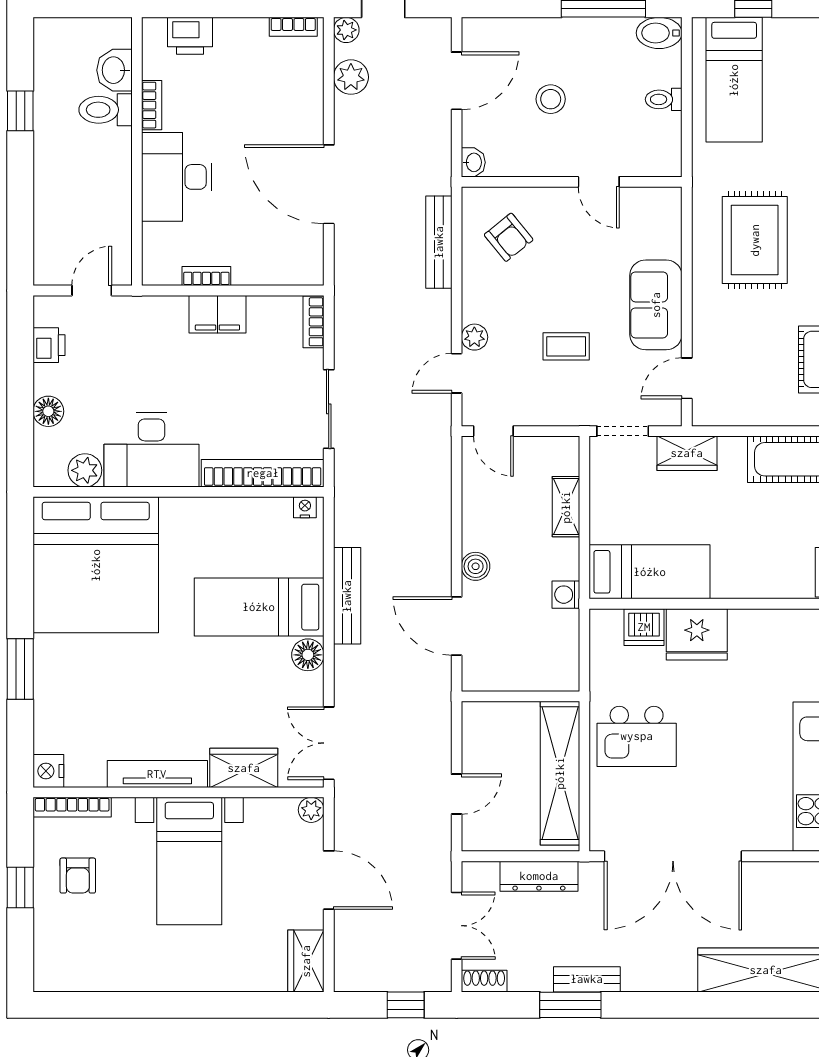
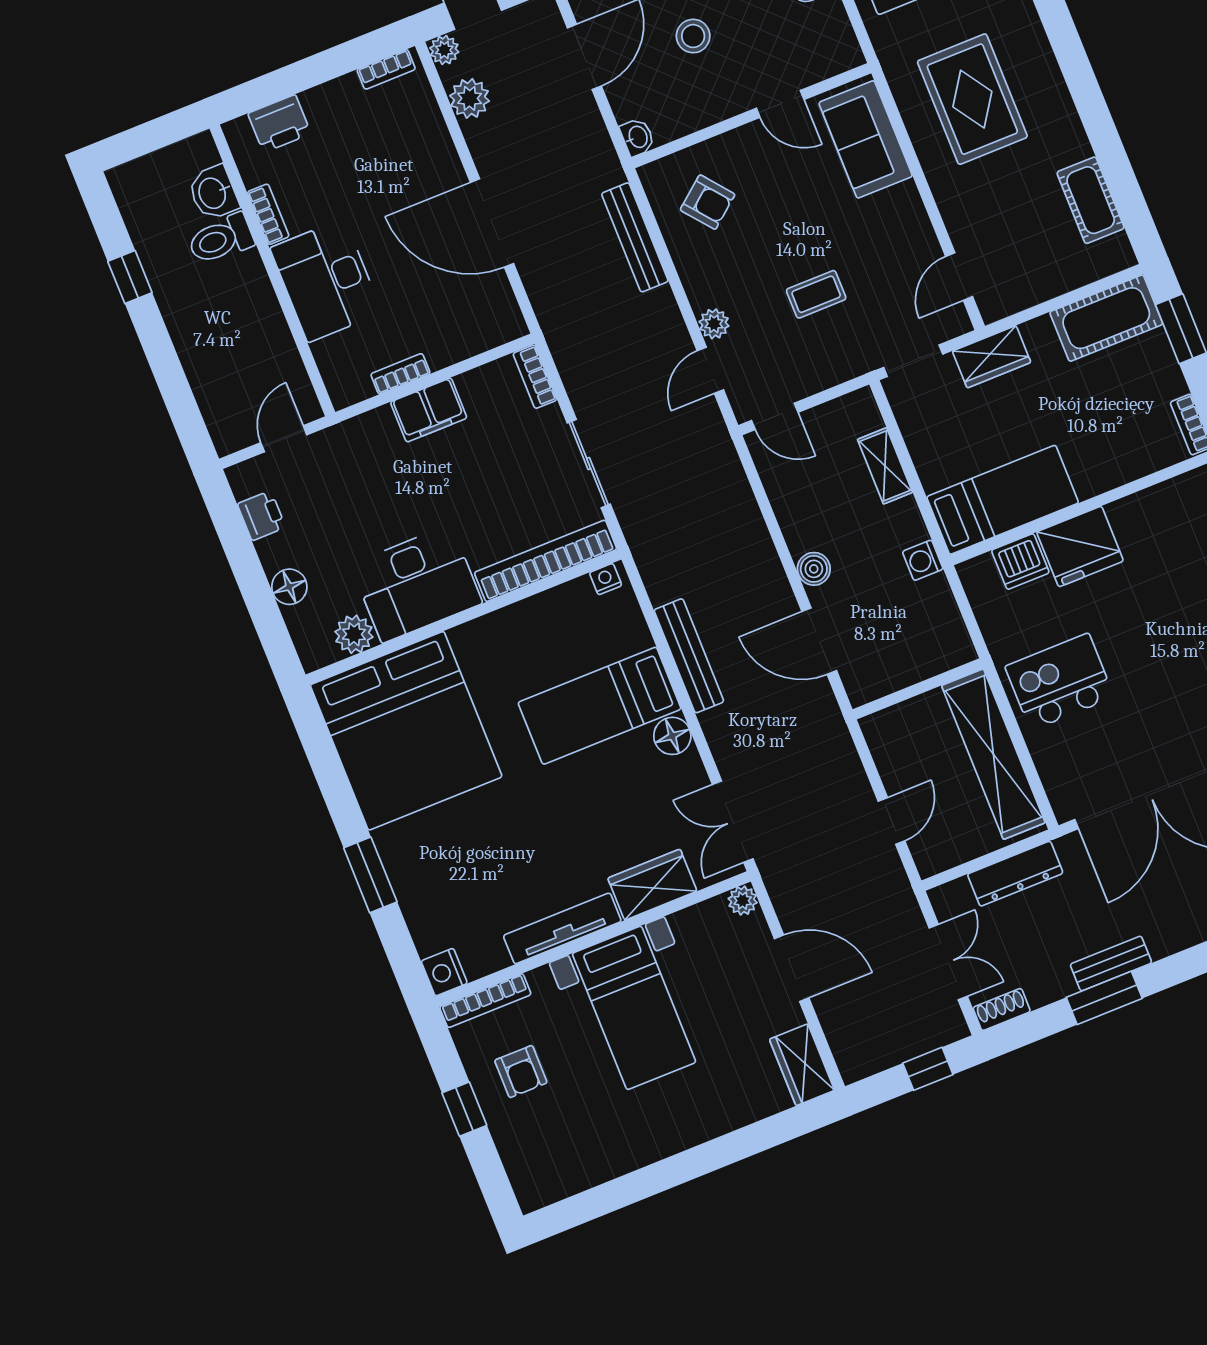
sofa: (656, 305) -> (866, 139), moved
kitchen island: (637, 736) -> (1060, 682), turned 180

